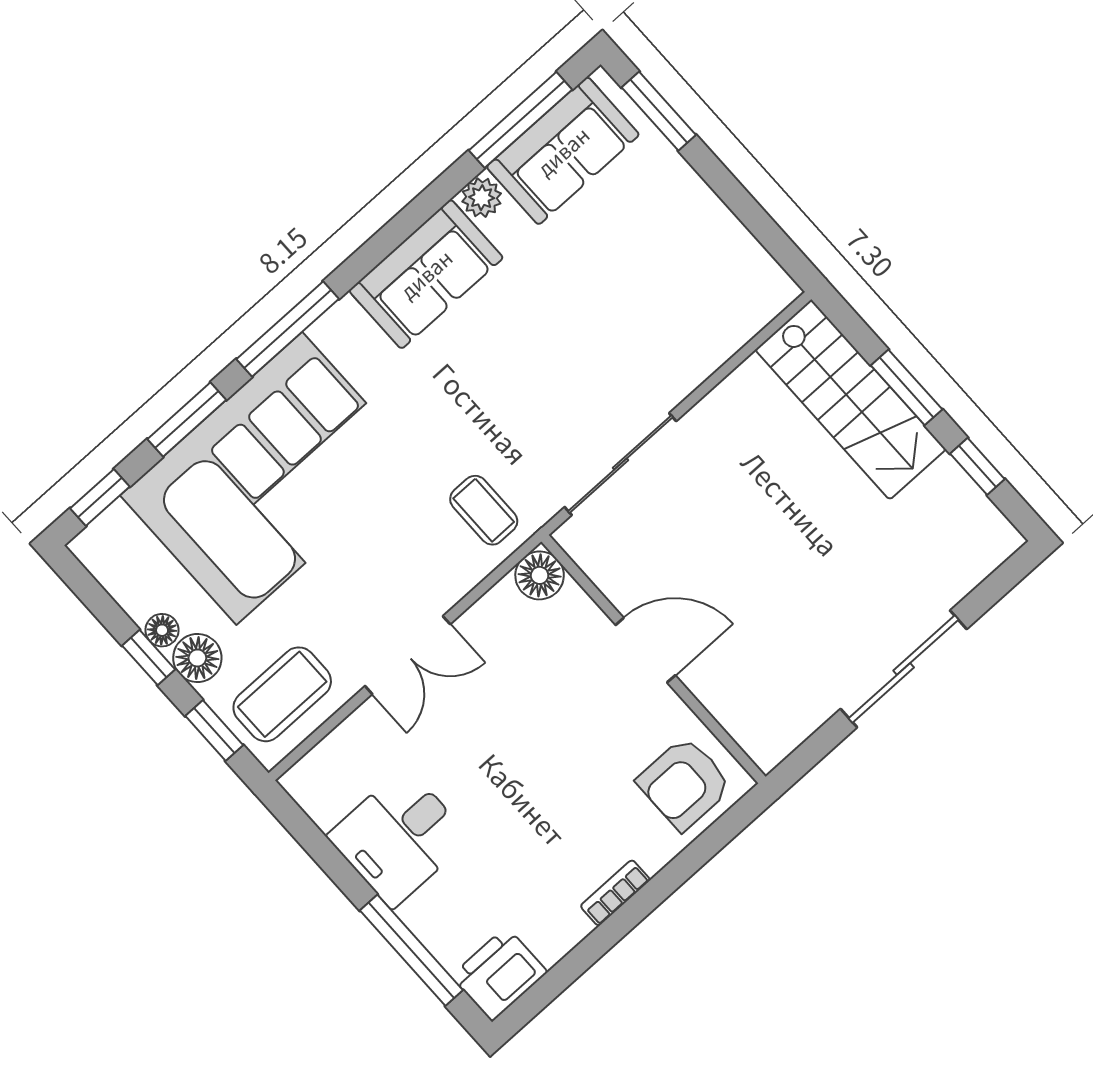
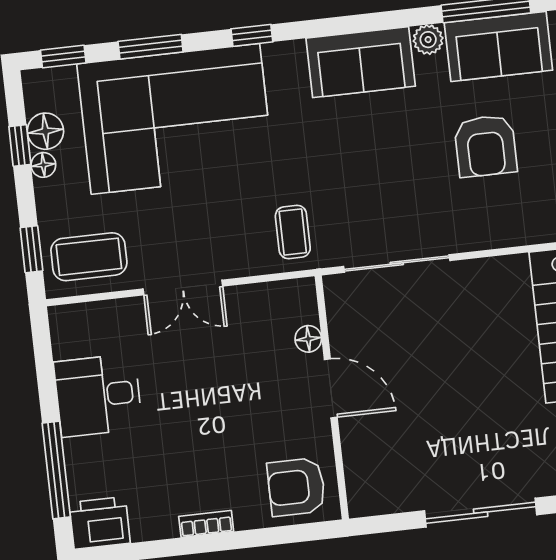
armchair: (626, 268) -> (486, 146), added
window: (288, 329) -> (252, 35), width x0.46
floor lamp: (540, 575) -> (308, 339), moved, width x0.73, depth x0.73
window: (149, 657) -> (20, 145), moved
floor lamp: (197, 658) -> (45, 131), moved

